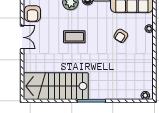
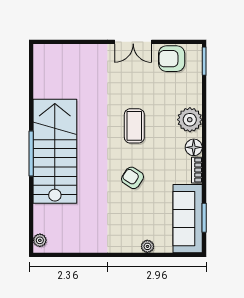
armchair: (121, 36) -> (133, 178), moved
stairs: (56, 86) -> (55, 151), moved

